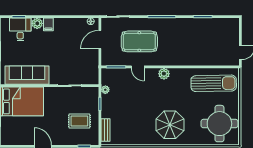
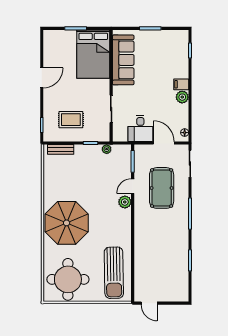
plant: (37, 23) -> (182, 97), moved
desk: (20, 29) -> (140, 129), moved, turned 90
plant: (164, 74) -> (125, 202), moved
rug: (79, 121) -> (71, 120), turned 90
parasol: (170, 125) -> (67, 223), width x1.36, depth x1.36

